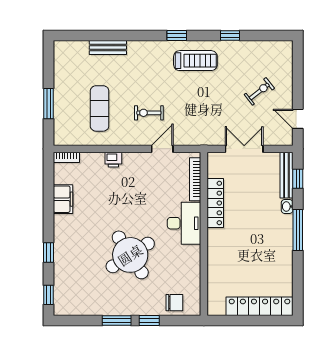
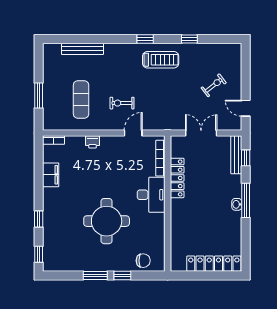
bench: (108, 47) -> (82, 49), width x1.36
washbasin: (287, 206) -> (237, 204), moved
round table: (130, 255) -> (107, 221), turned 33

